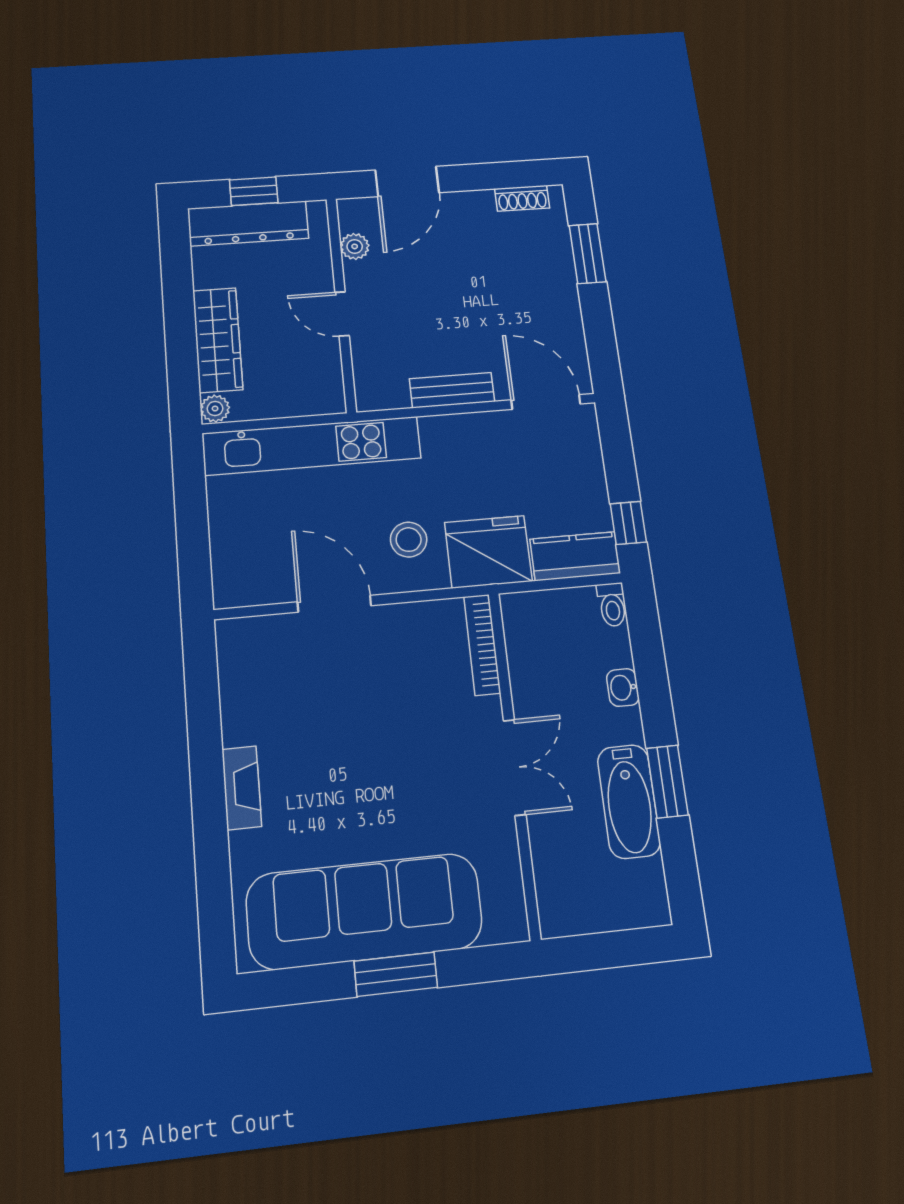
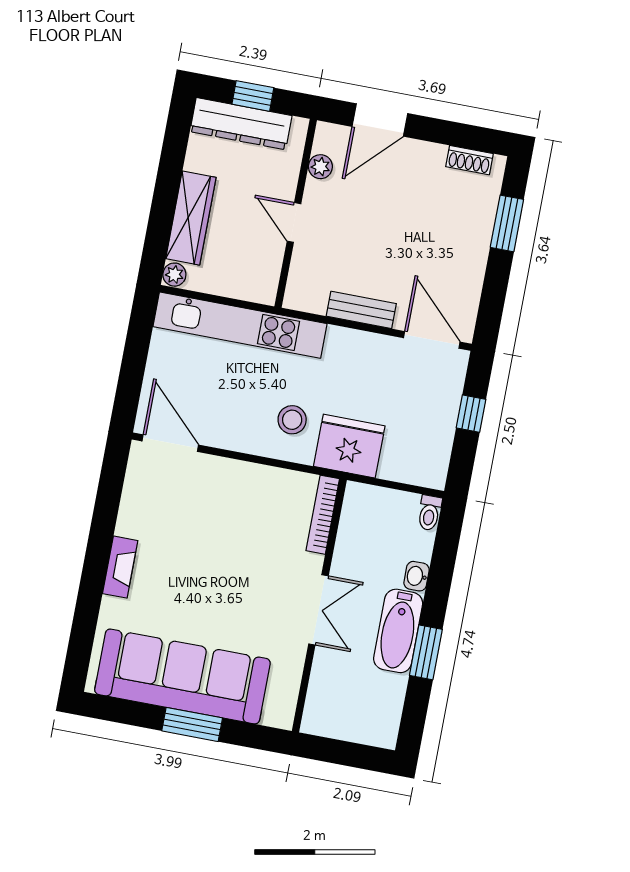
window: (628, 523) -> (471, 414), moved
kitchen counter: (575, 556) -> (414, 468), removed
door: (334, 604) -> (170, 443), moved
bathtub: (629, 801) -> (398, 631), moved

